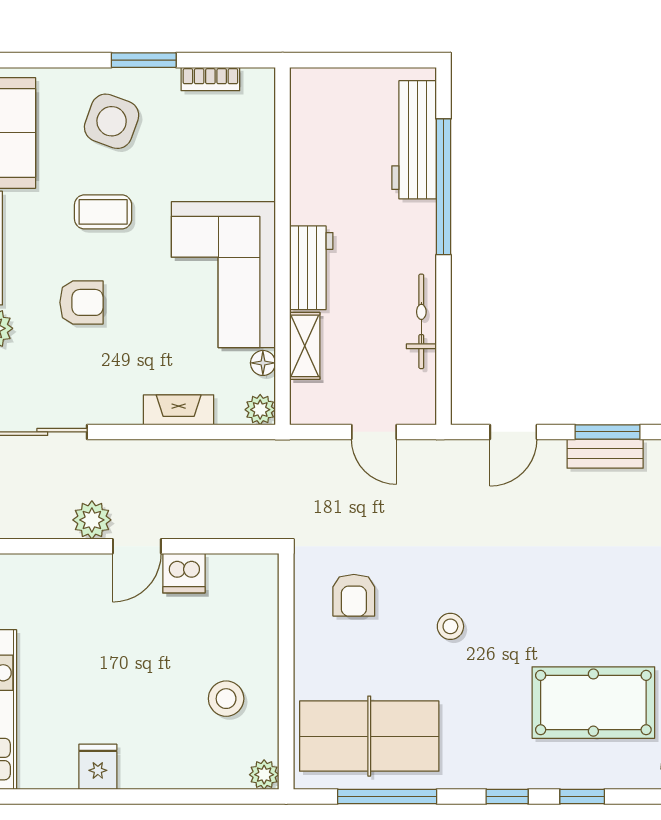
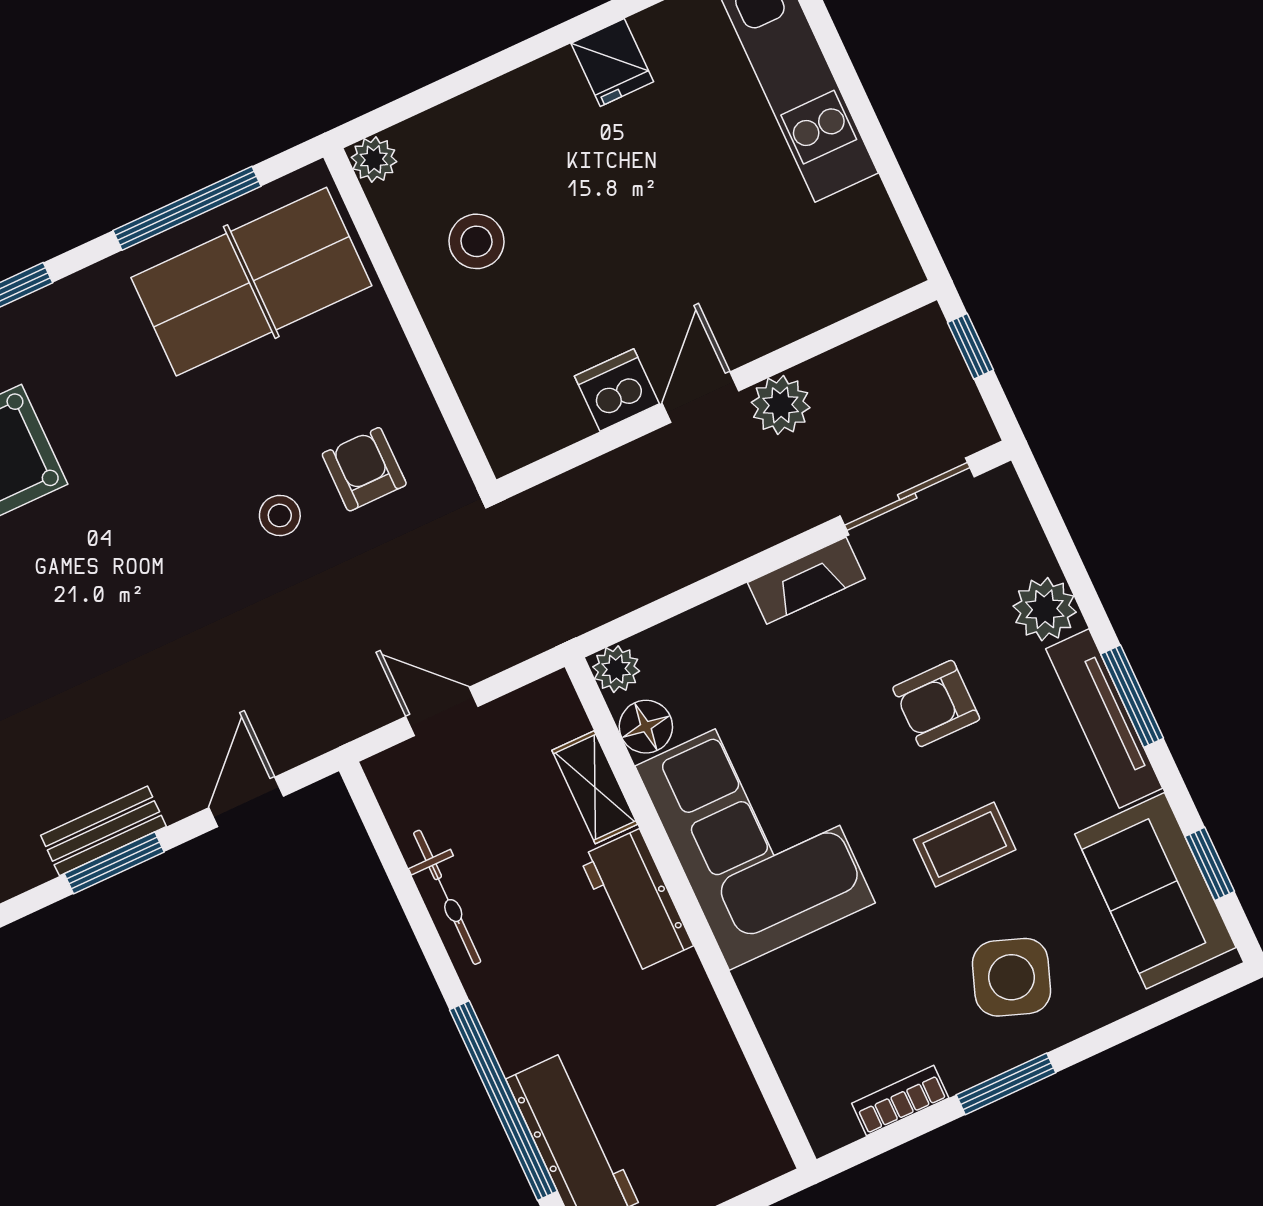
floor lamp: (263, 363) -> (646, 727), width x1.37, depth x1.37
fireplace: (179, 410) -> (806, 581), moved
stool: (450, 626) -> (280, 515), moved

